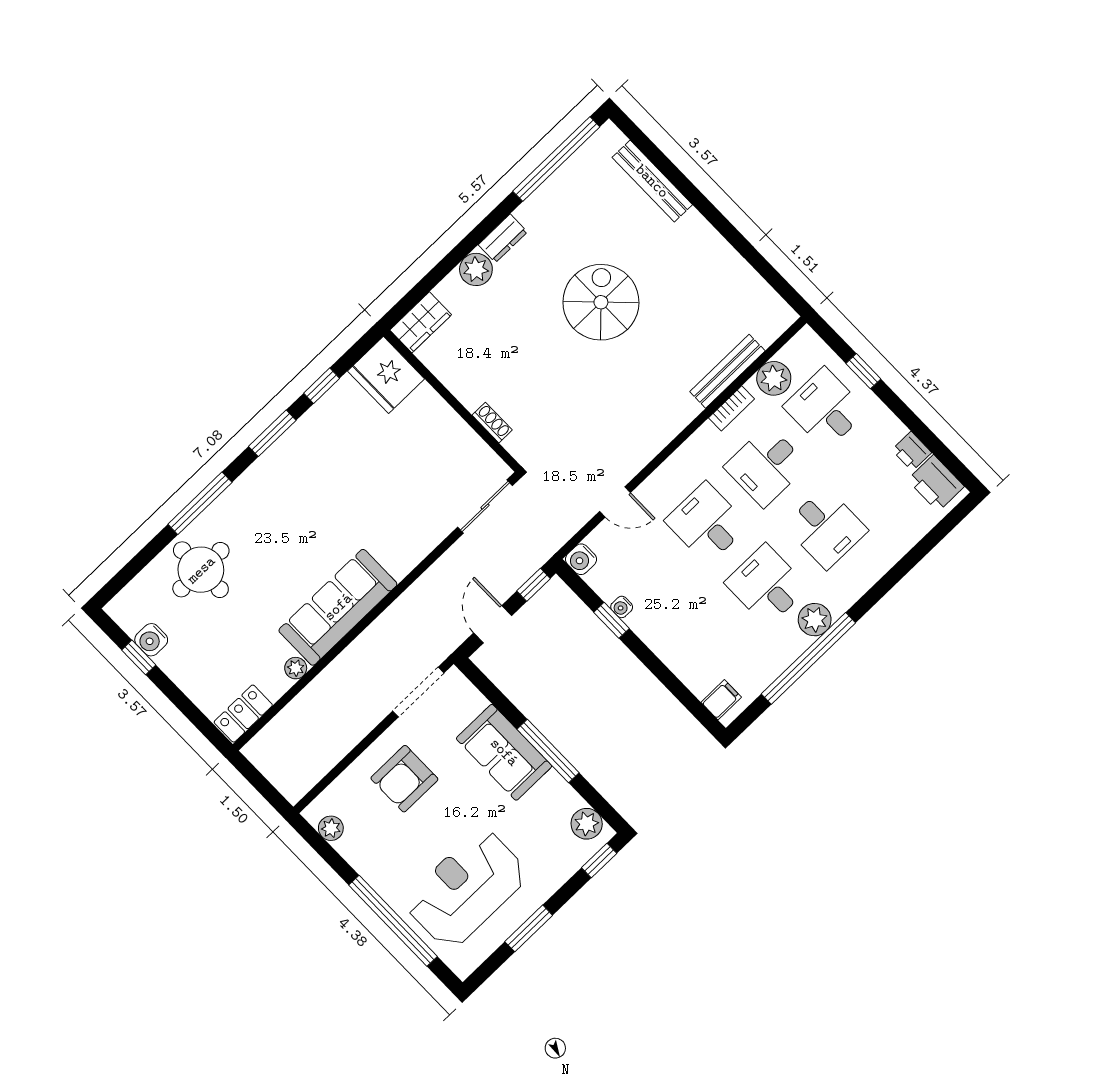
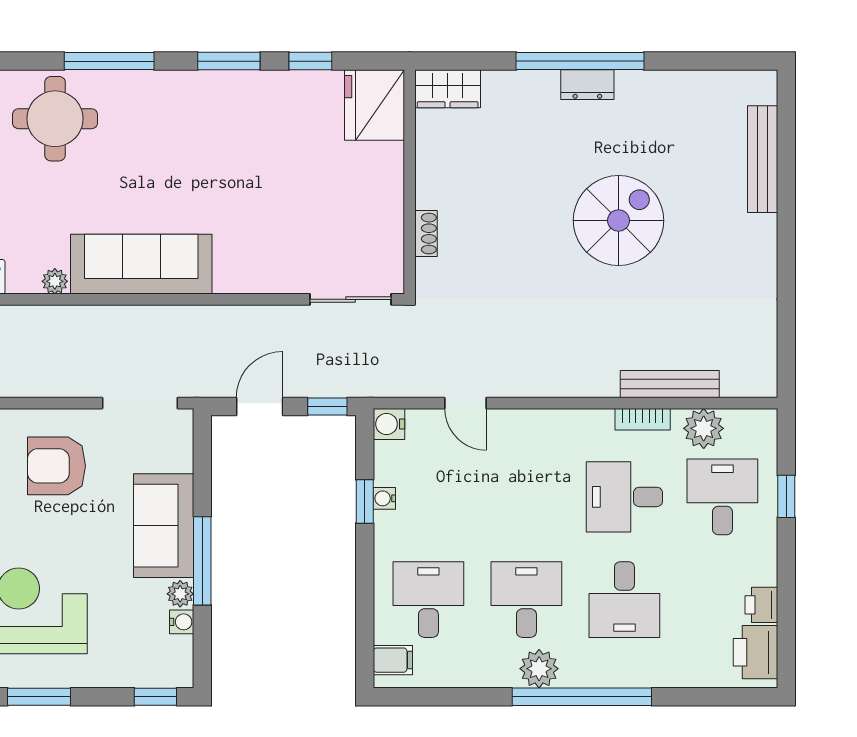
window: (556, 159) -> (580, 61), moved
plant: (476, 269) -> (539, 89), removed
desk: (707, 523) -> (428, 600), moved
window: (808, 658) -> (582, 697), moved
water cooler: (571, 800) -> (182, 622), added
plant: (587, 824) -> (180, 594), moved, width x0.73, depth x0.73

